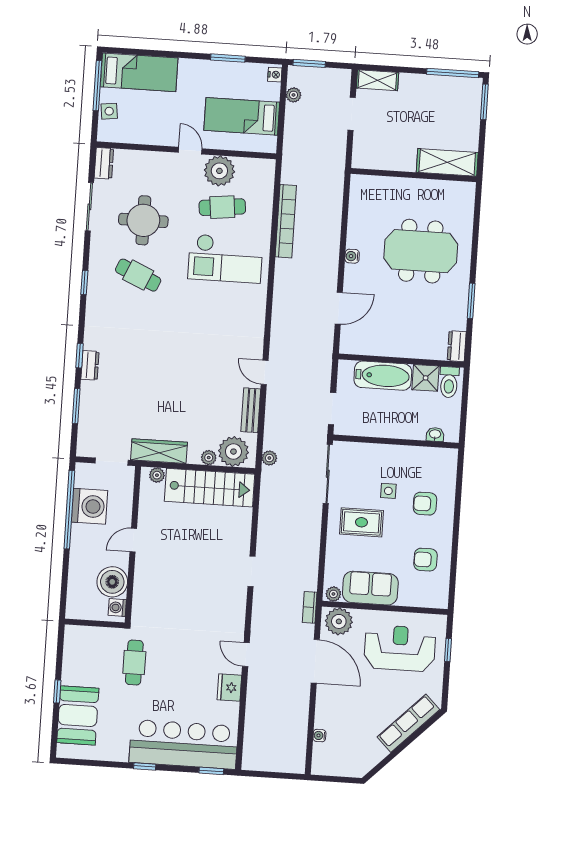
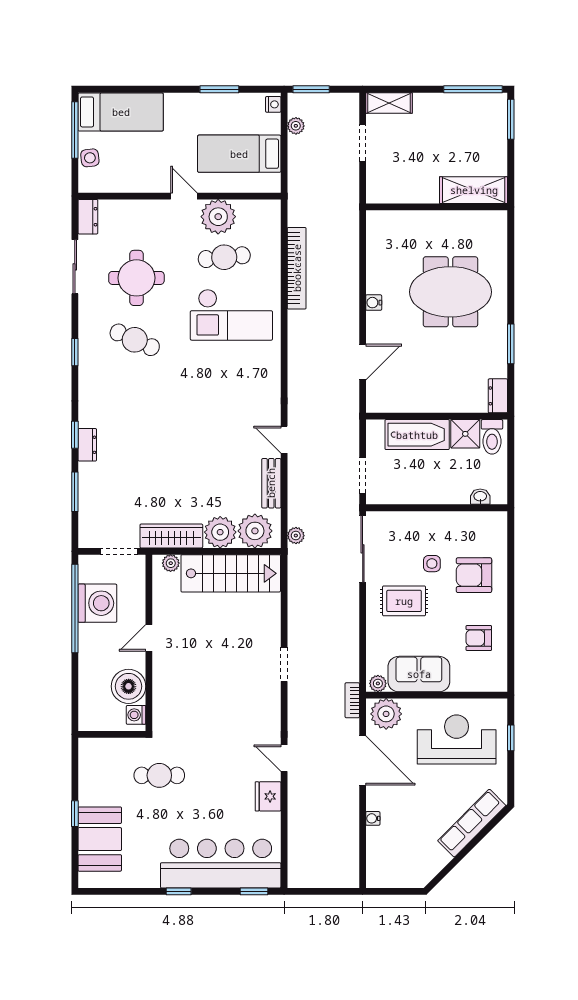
plant: (209, 458) -> (220, 532), width x1.87, depth x1.87
armchair: (425, 504) -> (474, 575), width x1.38, depth x1.38
cafe table: (134, 663) -> (159, 775), turned 90
water cooler: (319, 736) -> (373, 818), moved

